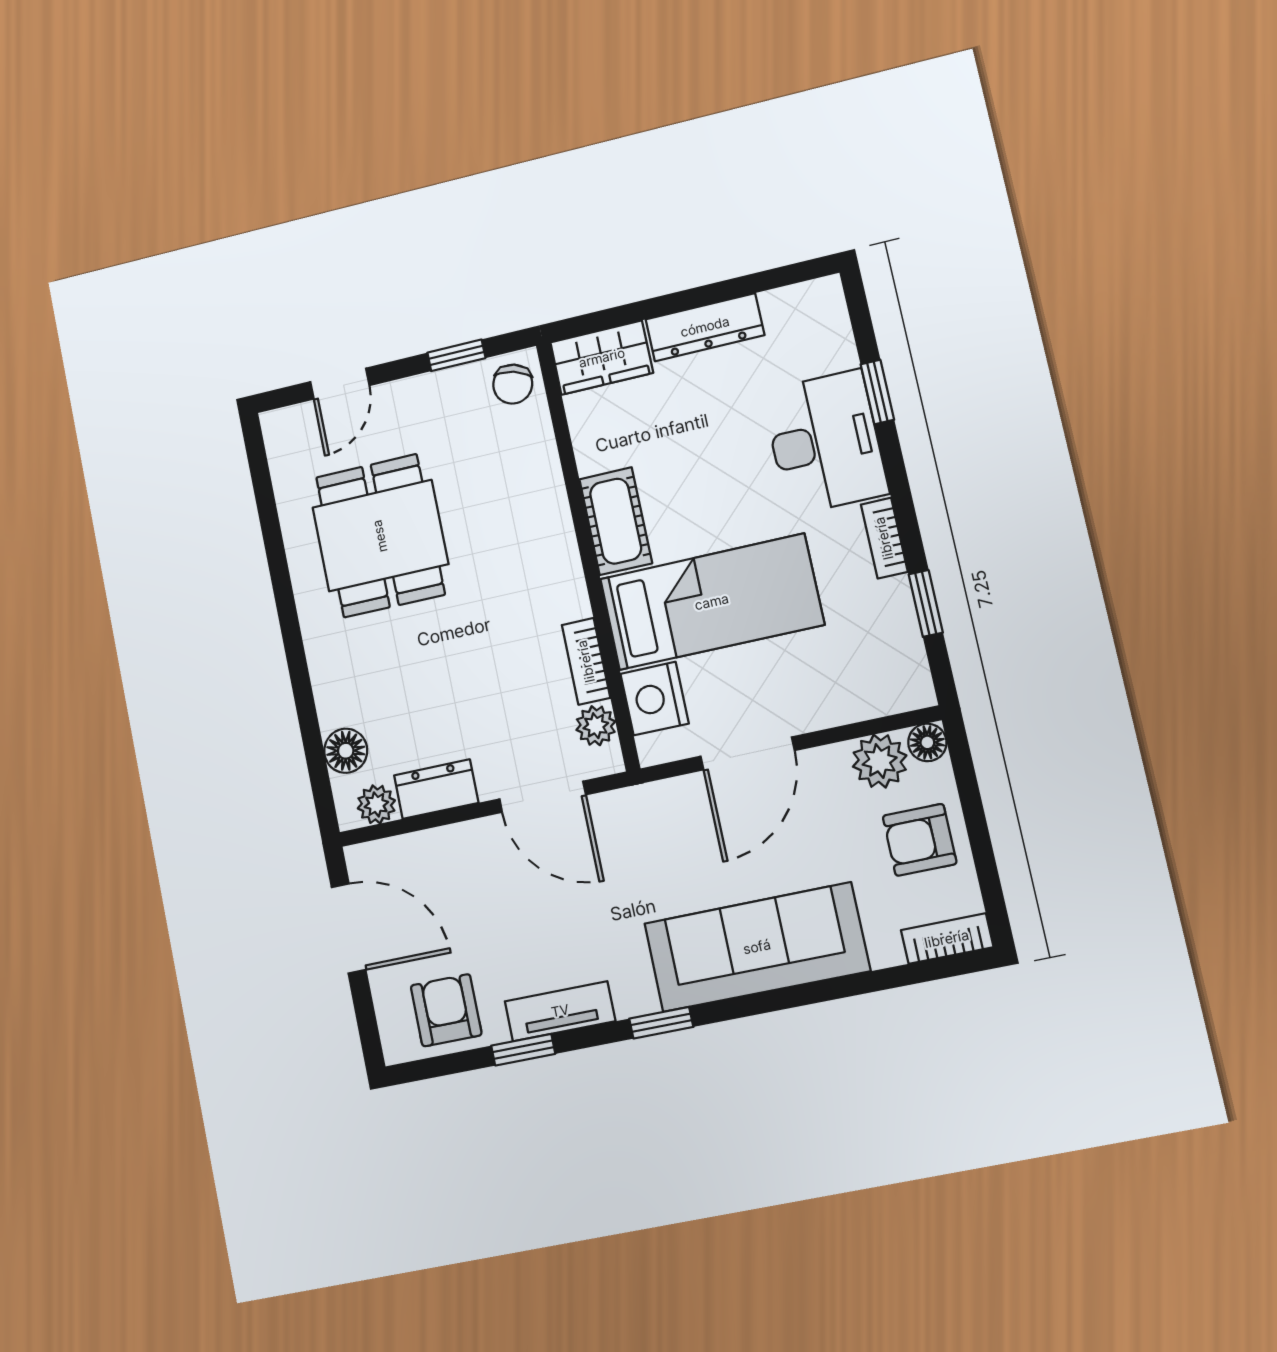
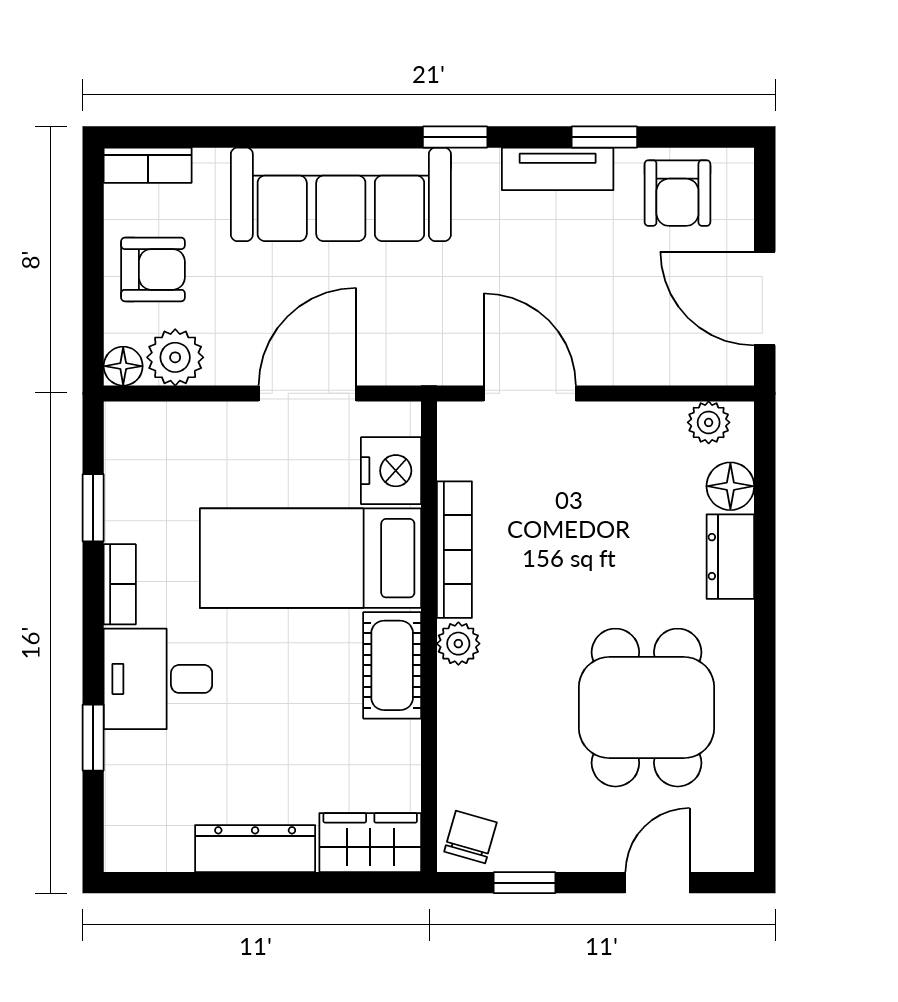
desk: (825, 442) -> (158, 679), width x0.73
bookcase: (586, 661) -> (454, 550), width x1.56
plant: (596, 726) -> (458, 644), moved
dresser: (436, 789) -> (730, 557), moved, turned 90

